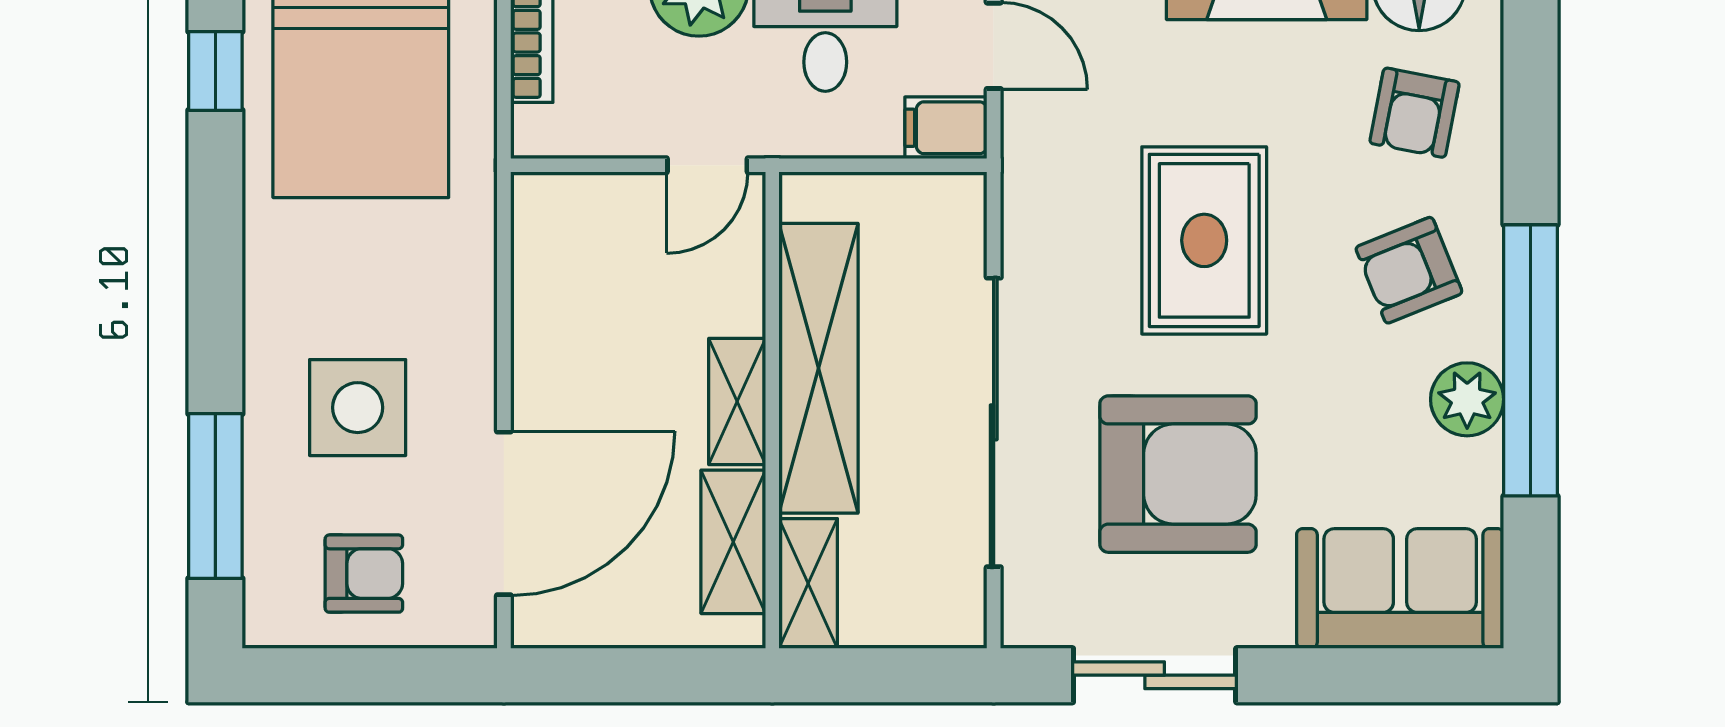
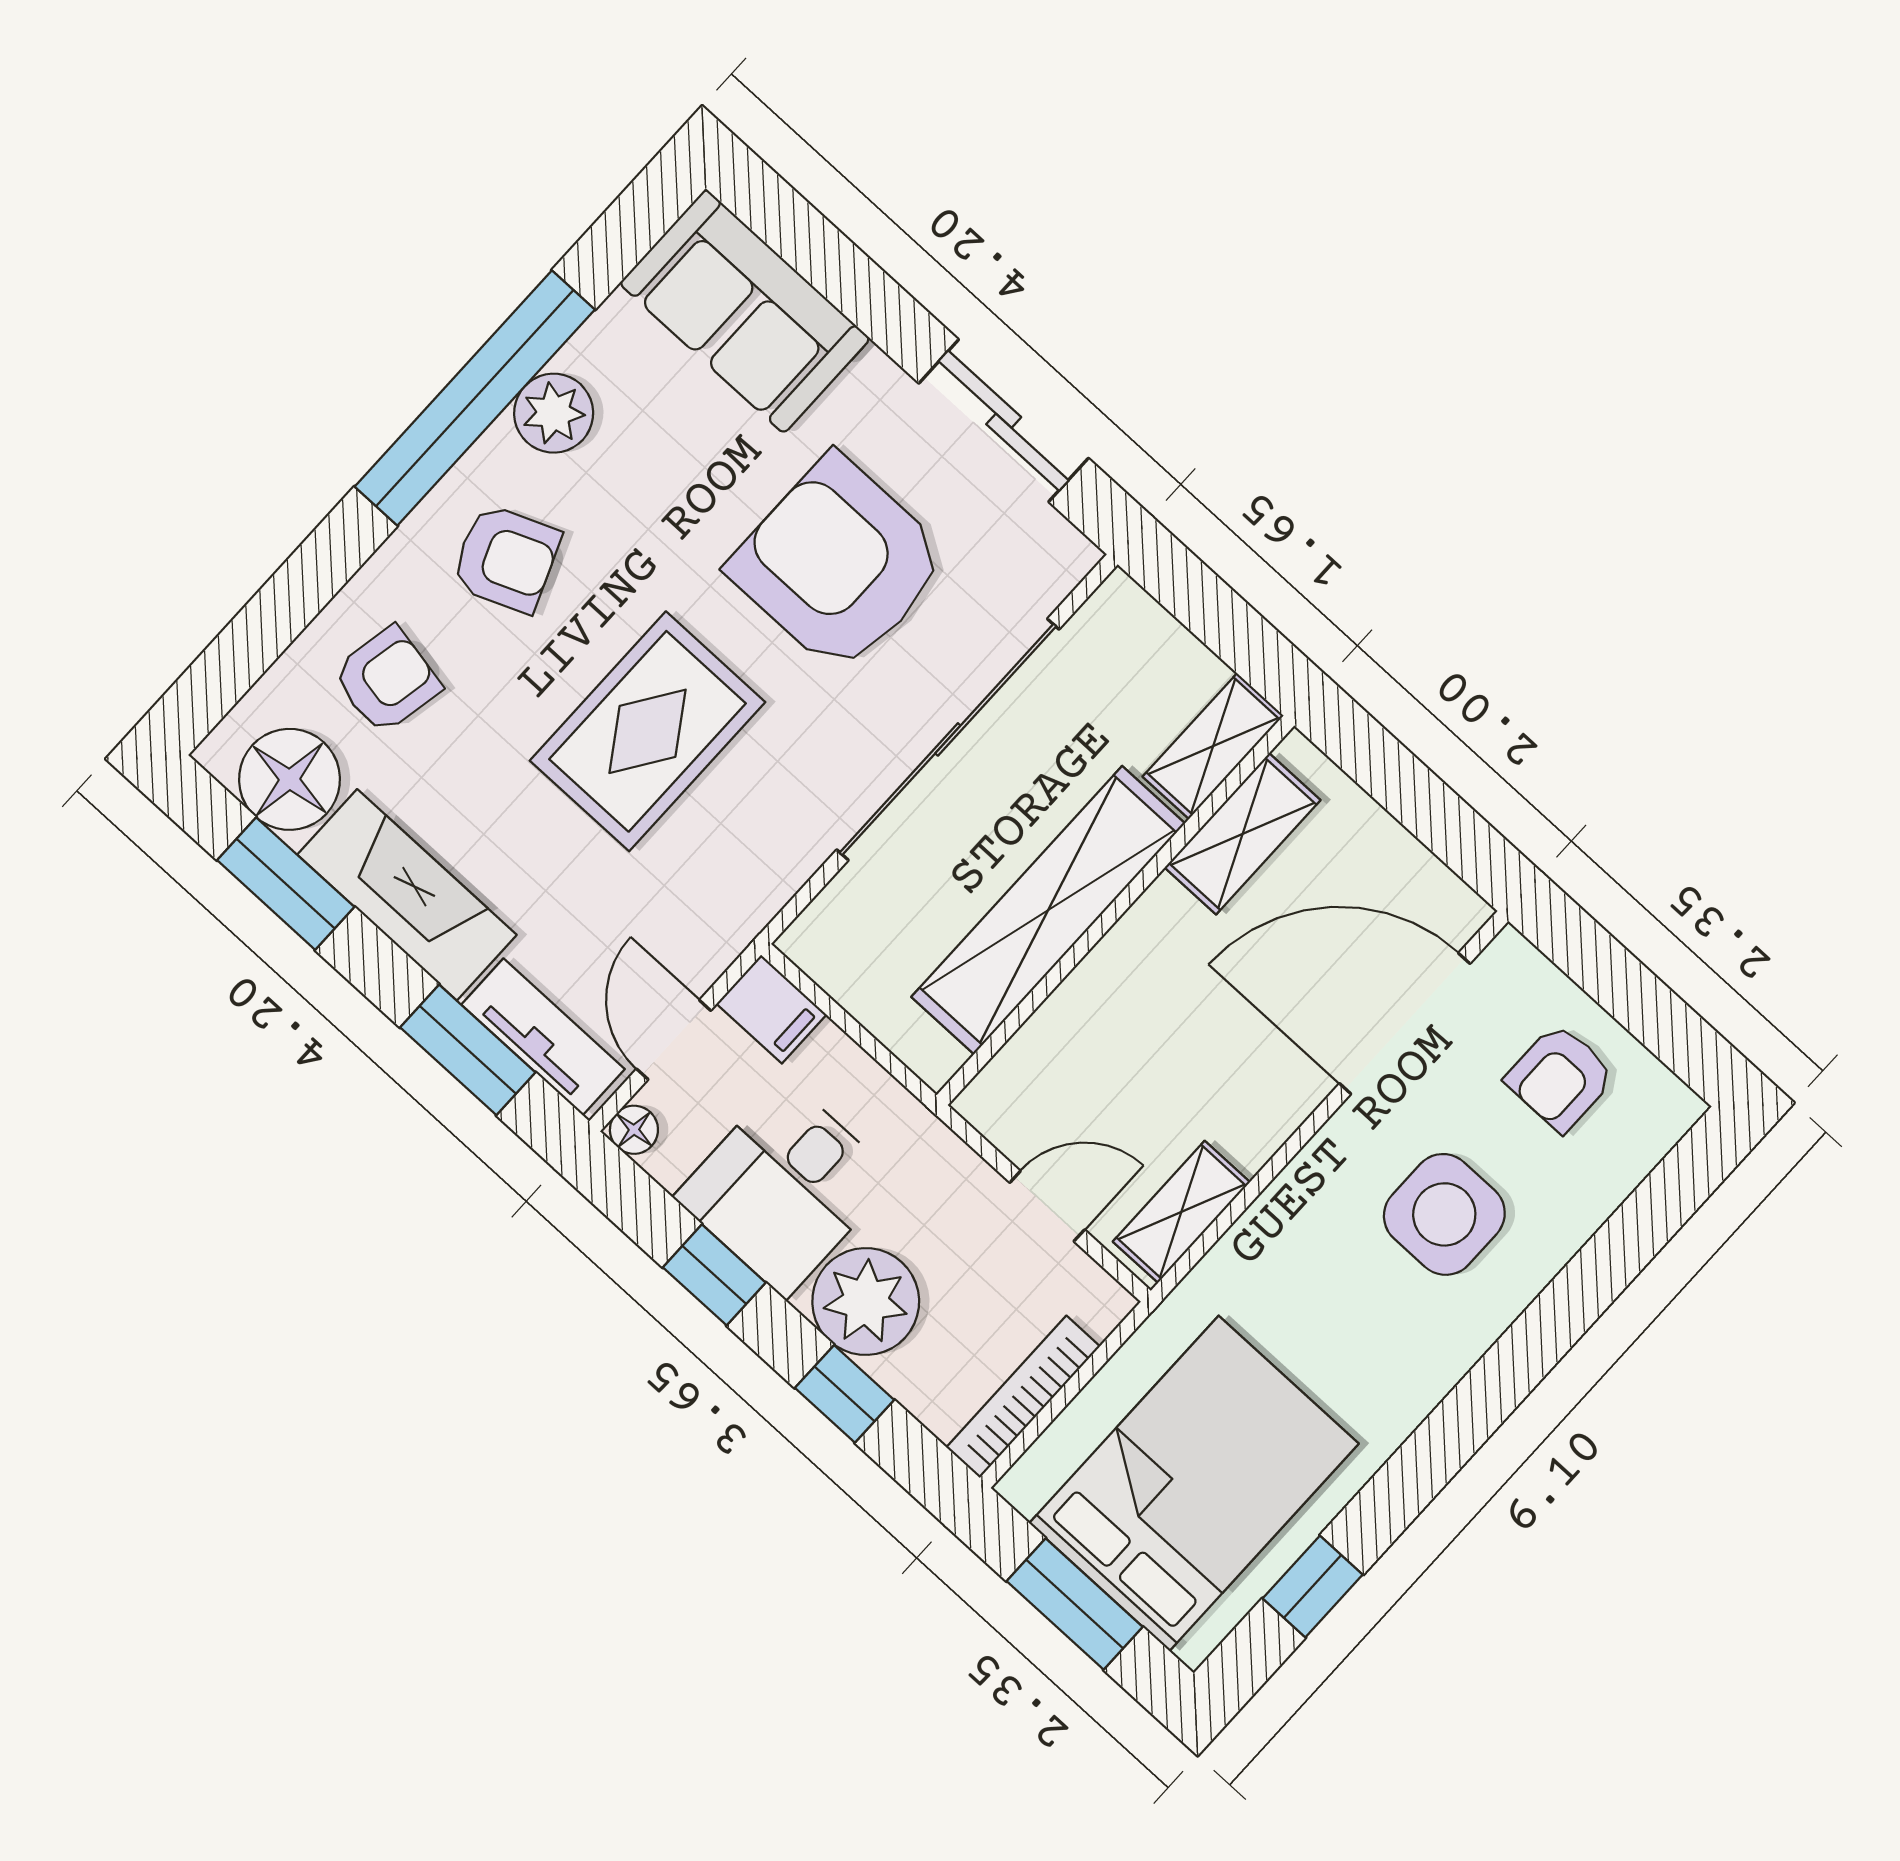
door: (707, 165) -> (1047, 1206), moved
shelving: (737, 401) -> (1181, 1212), moved
window: (215, 496) -> (1622, 1247), removed
armchair: (364, 574) -> (1560, 1078), turned -90

